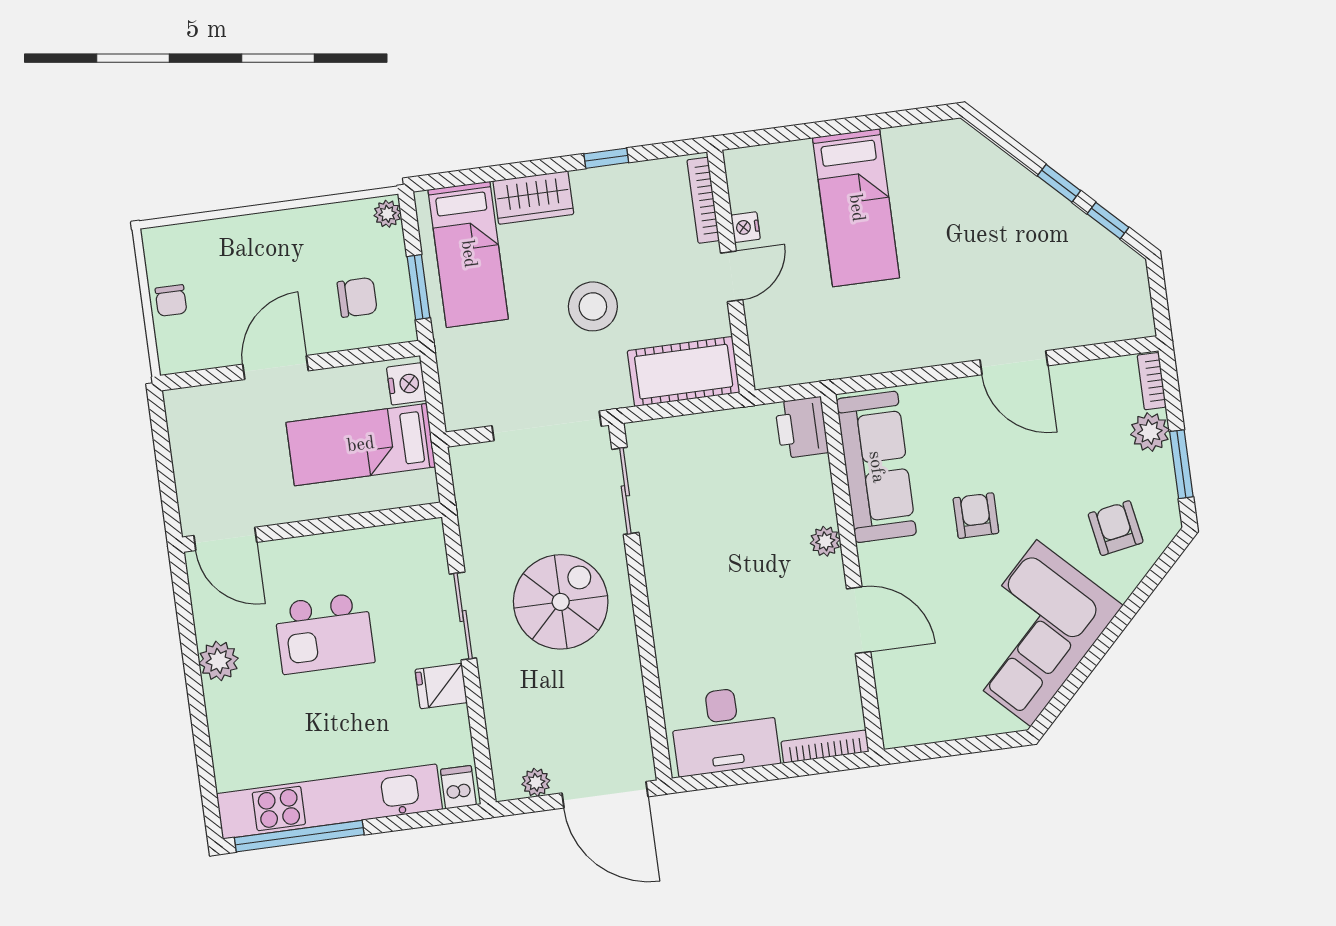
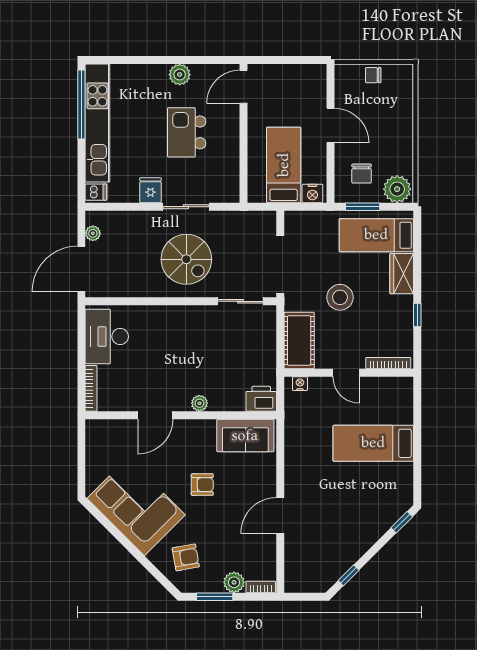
window: (1059, 183) -> (402, 522), moved
plant: (387, 214) -> (397, 189), width x1.87, depth x1.87
nightstand: (746, 227) -> (300, 384), moved
sofa: (876, 467) -> (245, 436), width x0.73

